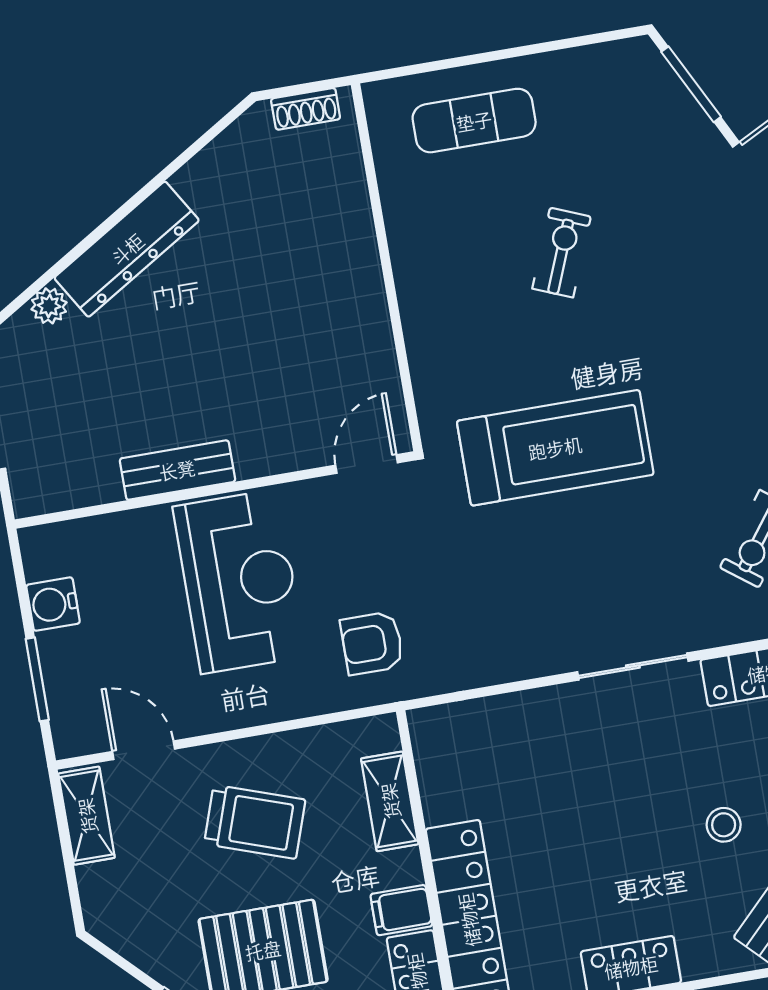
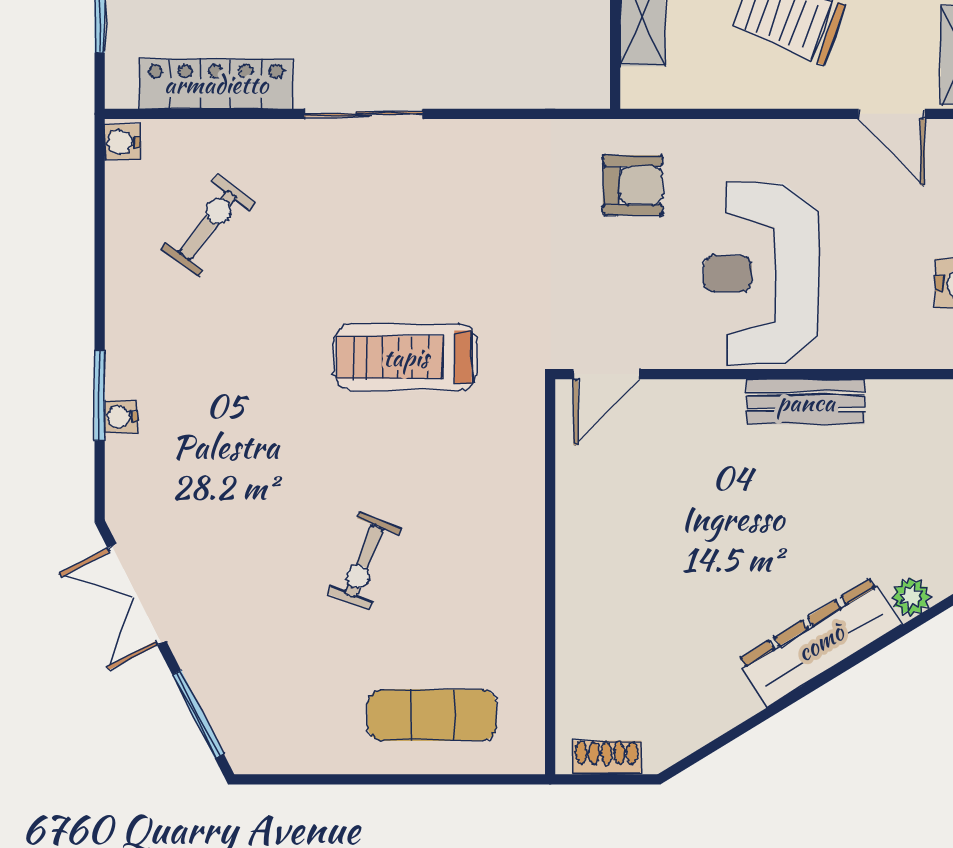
treadmill: (555, 448) -> (406, 357), width x0.73, depth x0.73

